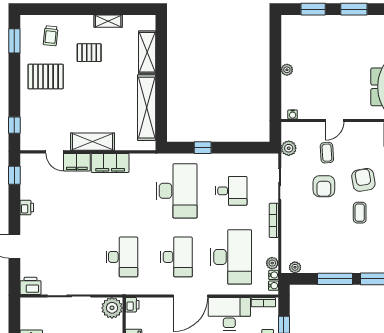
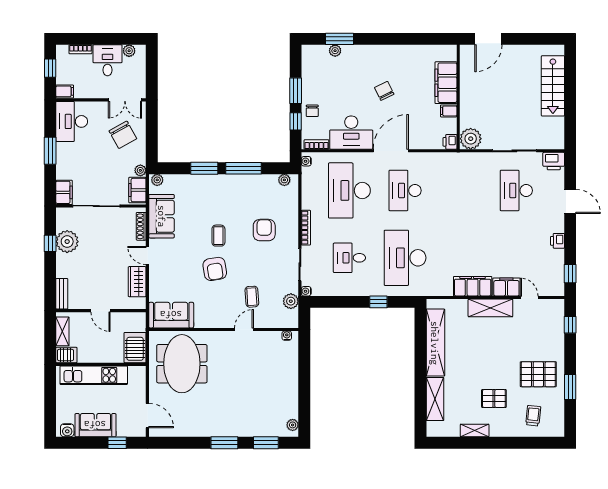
window: (14, 41) -> (570, 387), moved
plant: (287, 70) -> (293, 425), moved
armchair: (324, 186) -> (264, 230), moved
desk: (122, 257) -> (516, 190), moved
plant: (272, 263) -> (308, 184), removed
water cooler: (274, 275) -> (306, 291), moved

